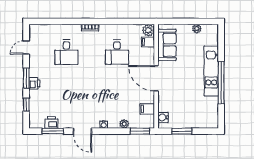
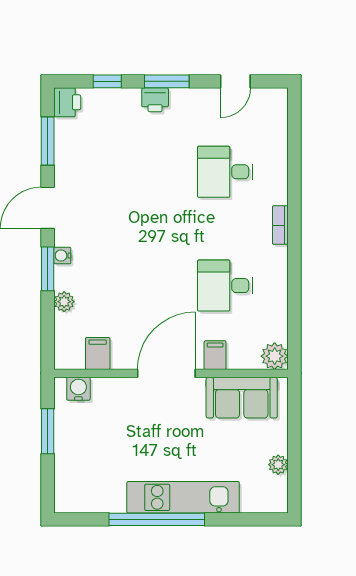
filing cabinet: (148, 42) -> (215, 355), moved
door: (26, 48) -> (235, 81), swing flipped
printer: (51, 122) -> (67, 102), moved
window: (140, 131) -> (48, 269), moved

